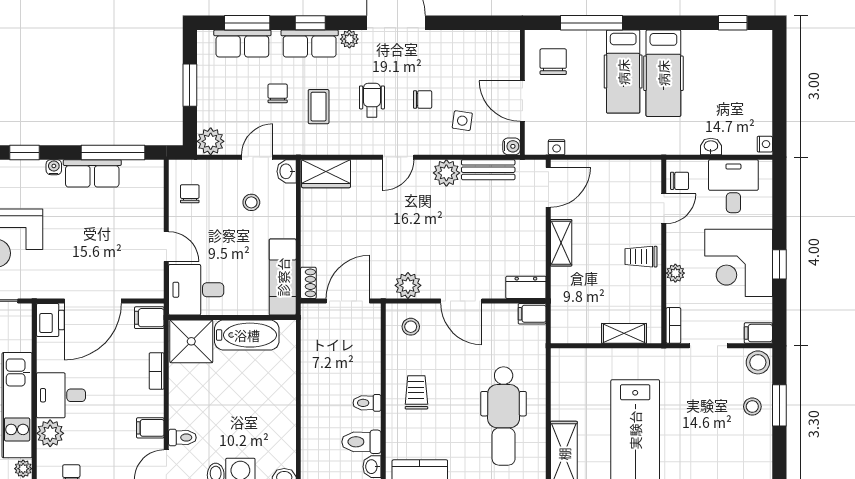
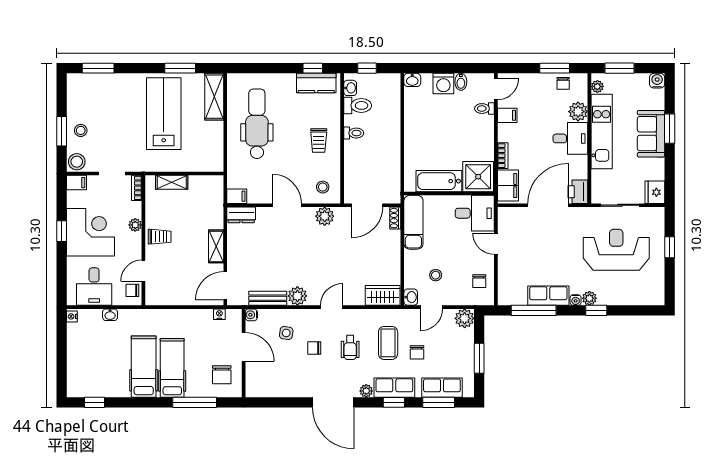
coffee table: (319, 107) -> (388, 343), width x1.36, depth x1.30
plant: (34, 170) -> (589, 298), added
filing cabinet: (149, 318) -> (508, 186), width x2.00

